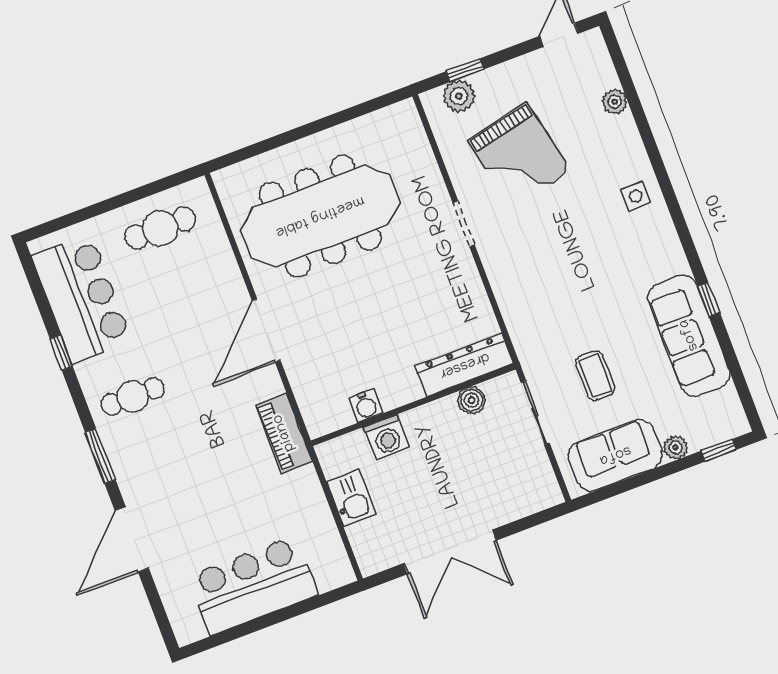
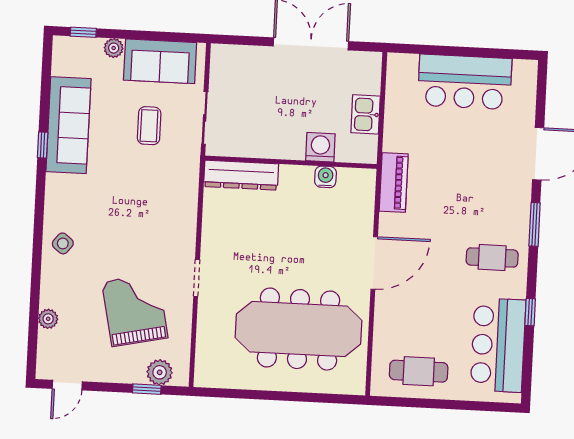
side table: (636, 196) -> (63, 243), turned 38
boiler: (472, 400) -> (247, 147), removed

